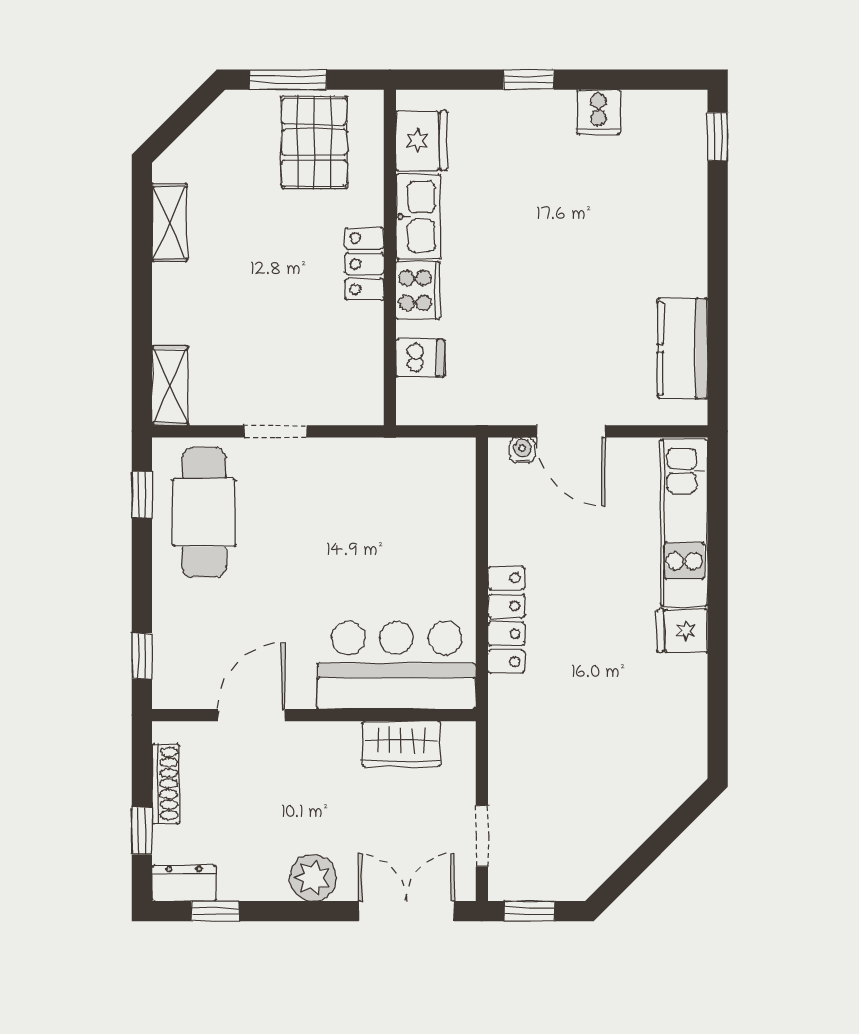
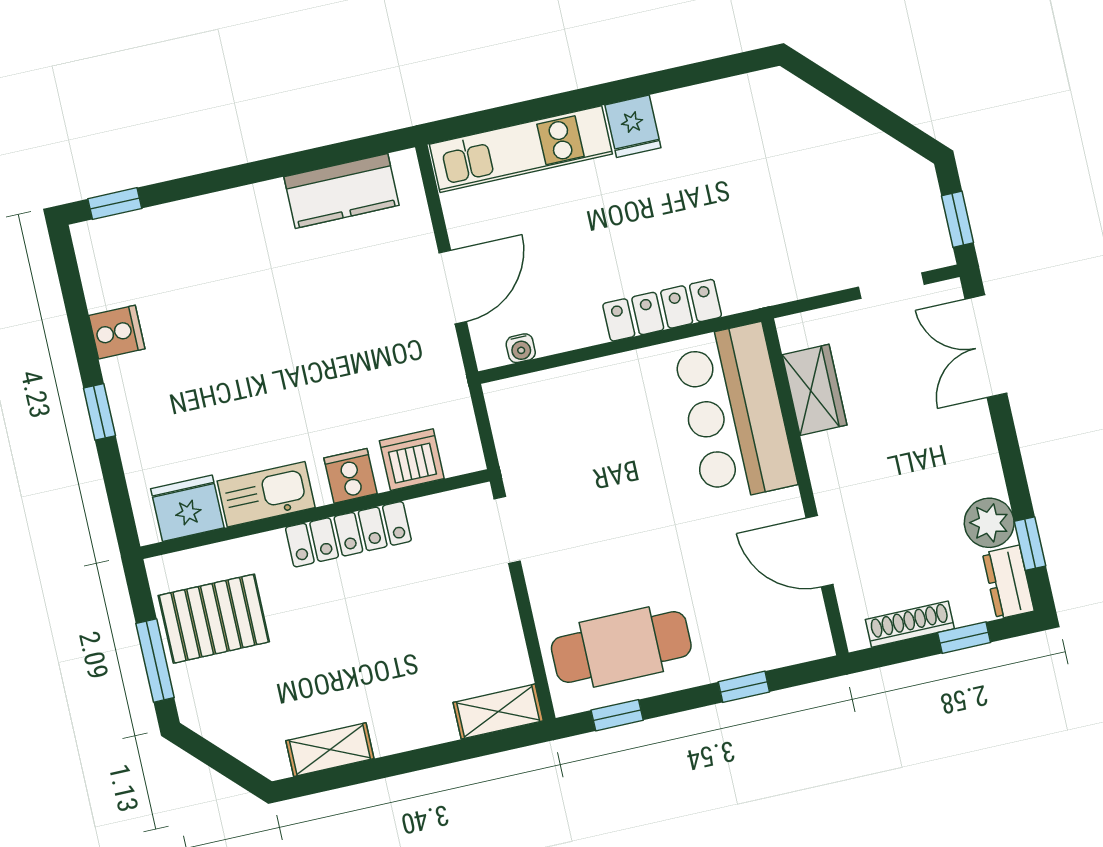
locker: (364, 264) -> (348, 534), width x1.53
cooker: (418, 290) -> (351, 476), width x0.73
dishwasher: (420, 358) -> (412, 460), width x1.38
doorway: (276, 431) -> (507, 530), moved
water cooler: (522, 450) -> (521, 348), moved, turned -90
window: (142, 656) -> (744, 687), moved
plant: (313, 878) -> (989, 523), moved

